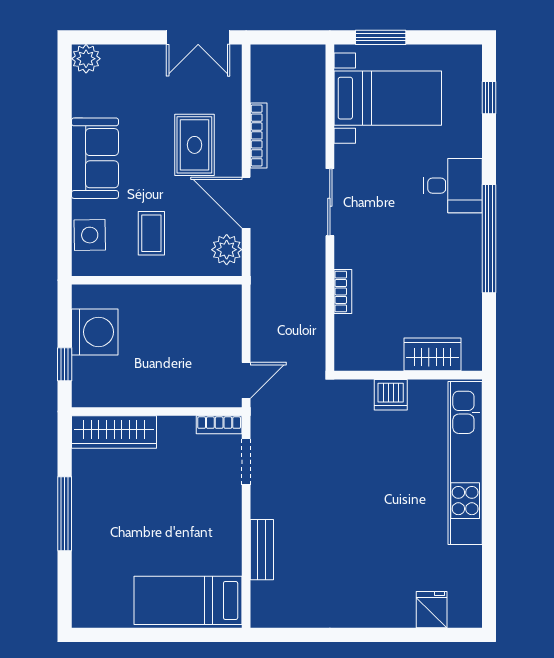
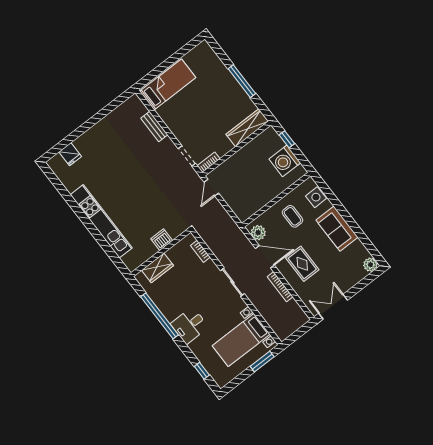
wardrobe: (432, 354) -> (158, 268), moved
wall: (408, 375) -> (161, 252), moved
dishwasher: (391, 395) -> (162, 240), moved

